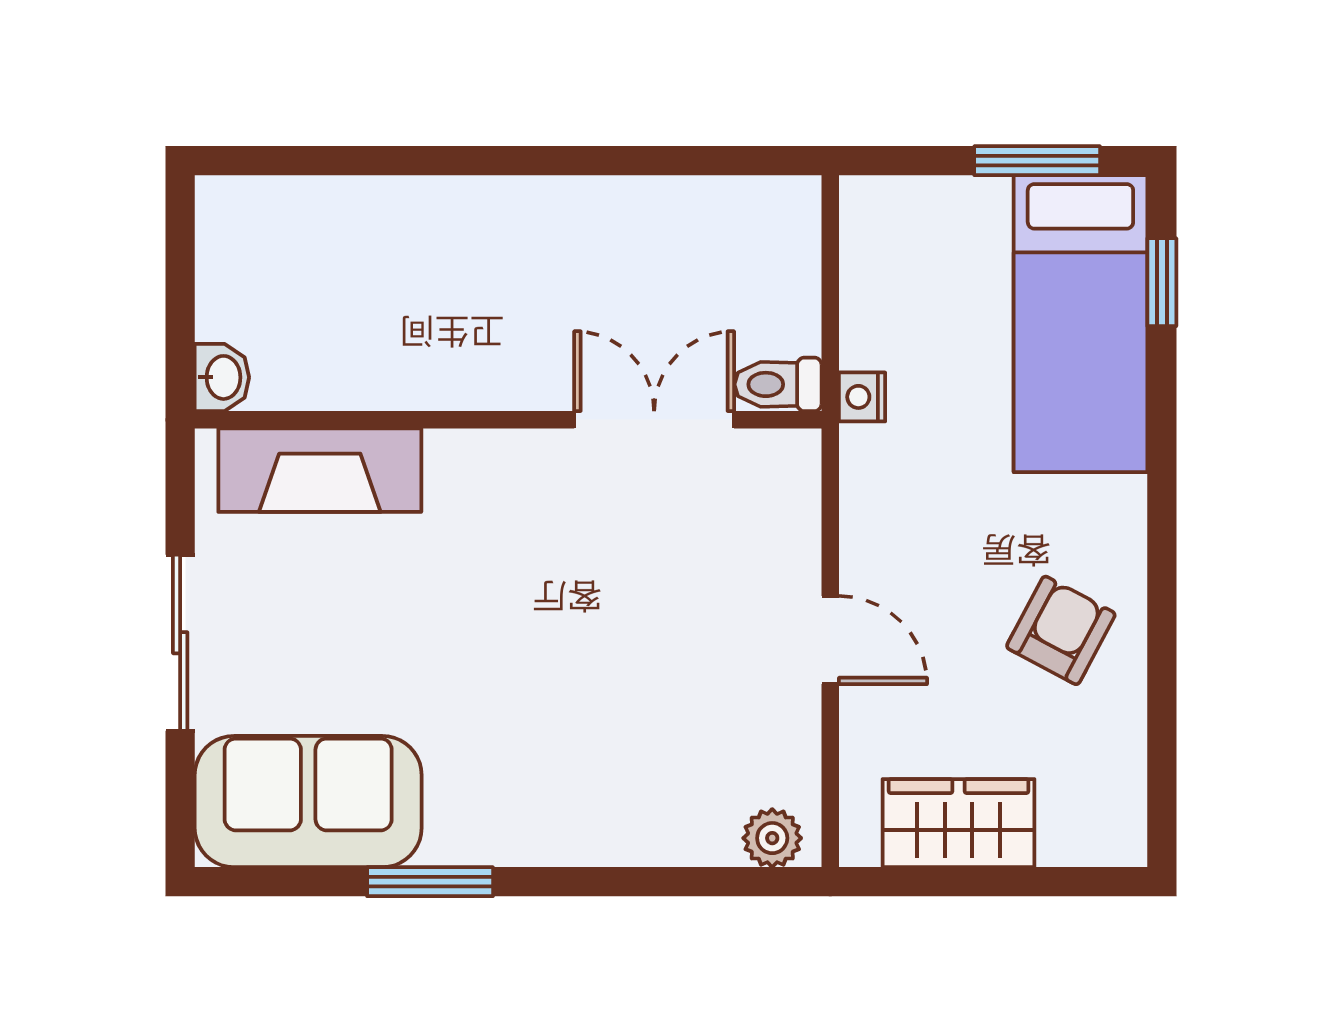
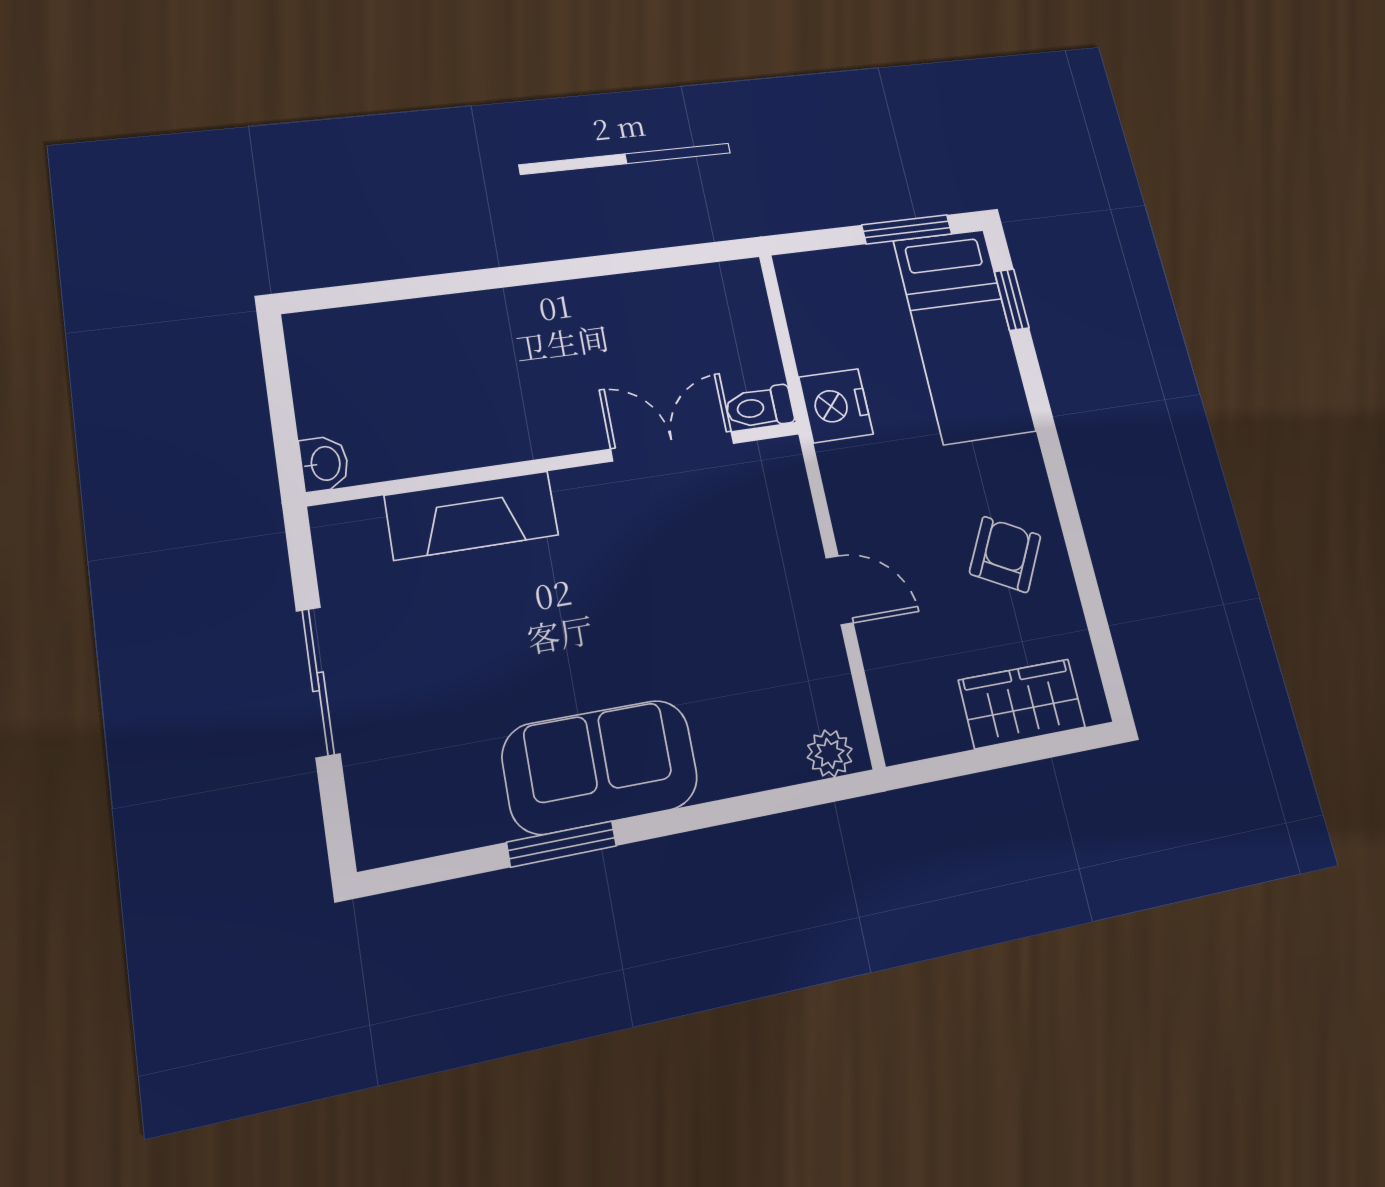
nightstand: (862, 397) -> (836, 406), width x1.89, depth x1.79
fireplace: (320, 470) -> (472, 515), moved
sofa: (308, 802) -> (600, 767), moved
wardrobe: (959, 823) -> (1022, 704), moved

